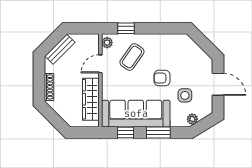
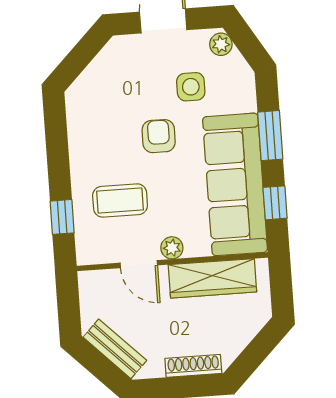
plant: (107, 43) -> (172, 248), moved
coffee table: (132, 57) -> (120, 201), turned -35
armchair: (162, 78) -> (159, 136), turned 180
plant: (192, 119) -> (221, 44), moved

